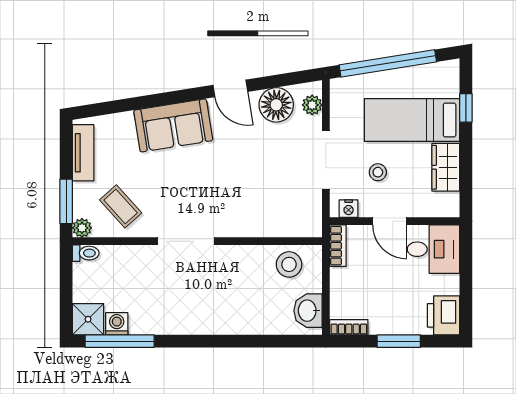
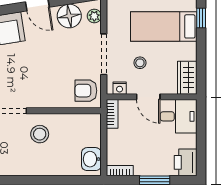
wardrobe: (446, 167) -> (187, 78), moved
armchair: (300, 212) -> (86, 91), added
stool: (289, 264) -> (40, 134), moved

